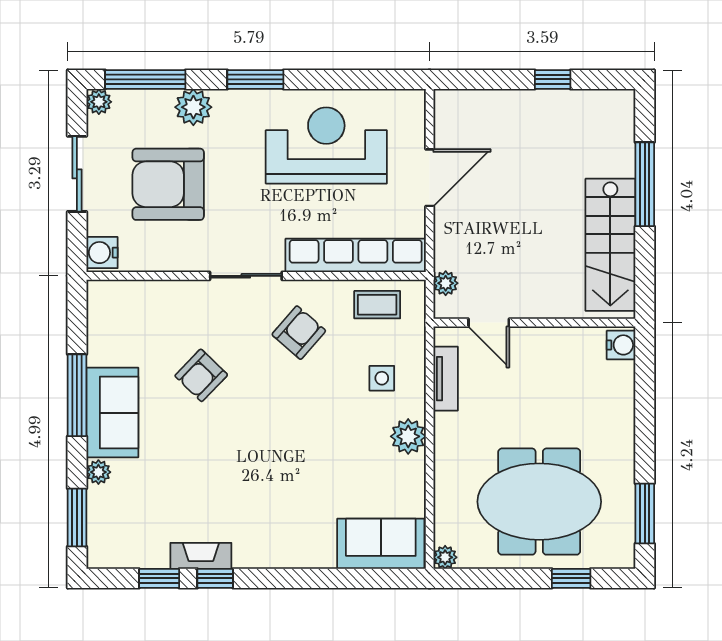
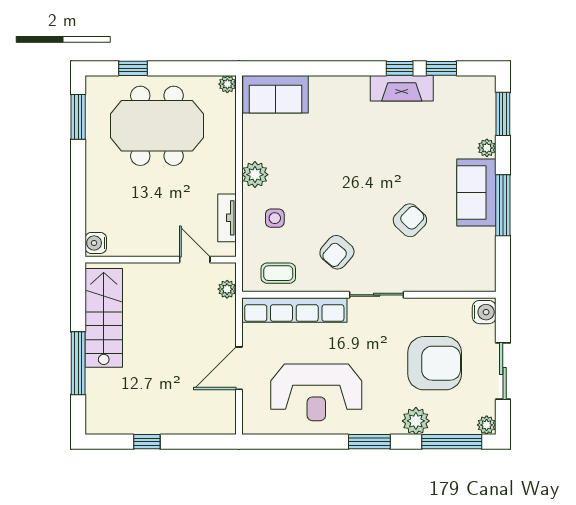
fireplace: (201, 556) -> (402, 88), width x1.37, depth x1.32

